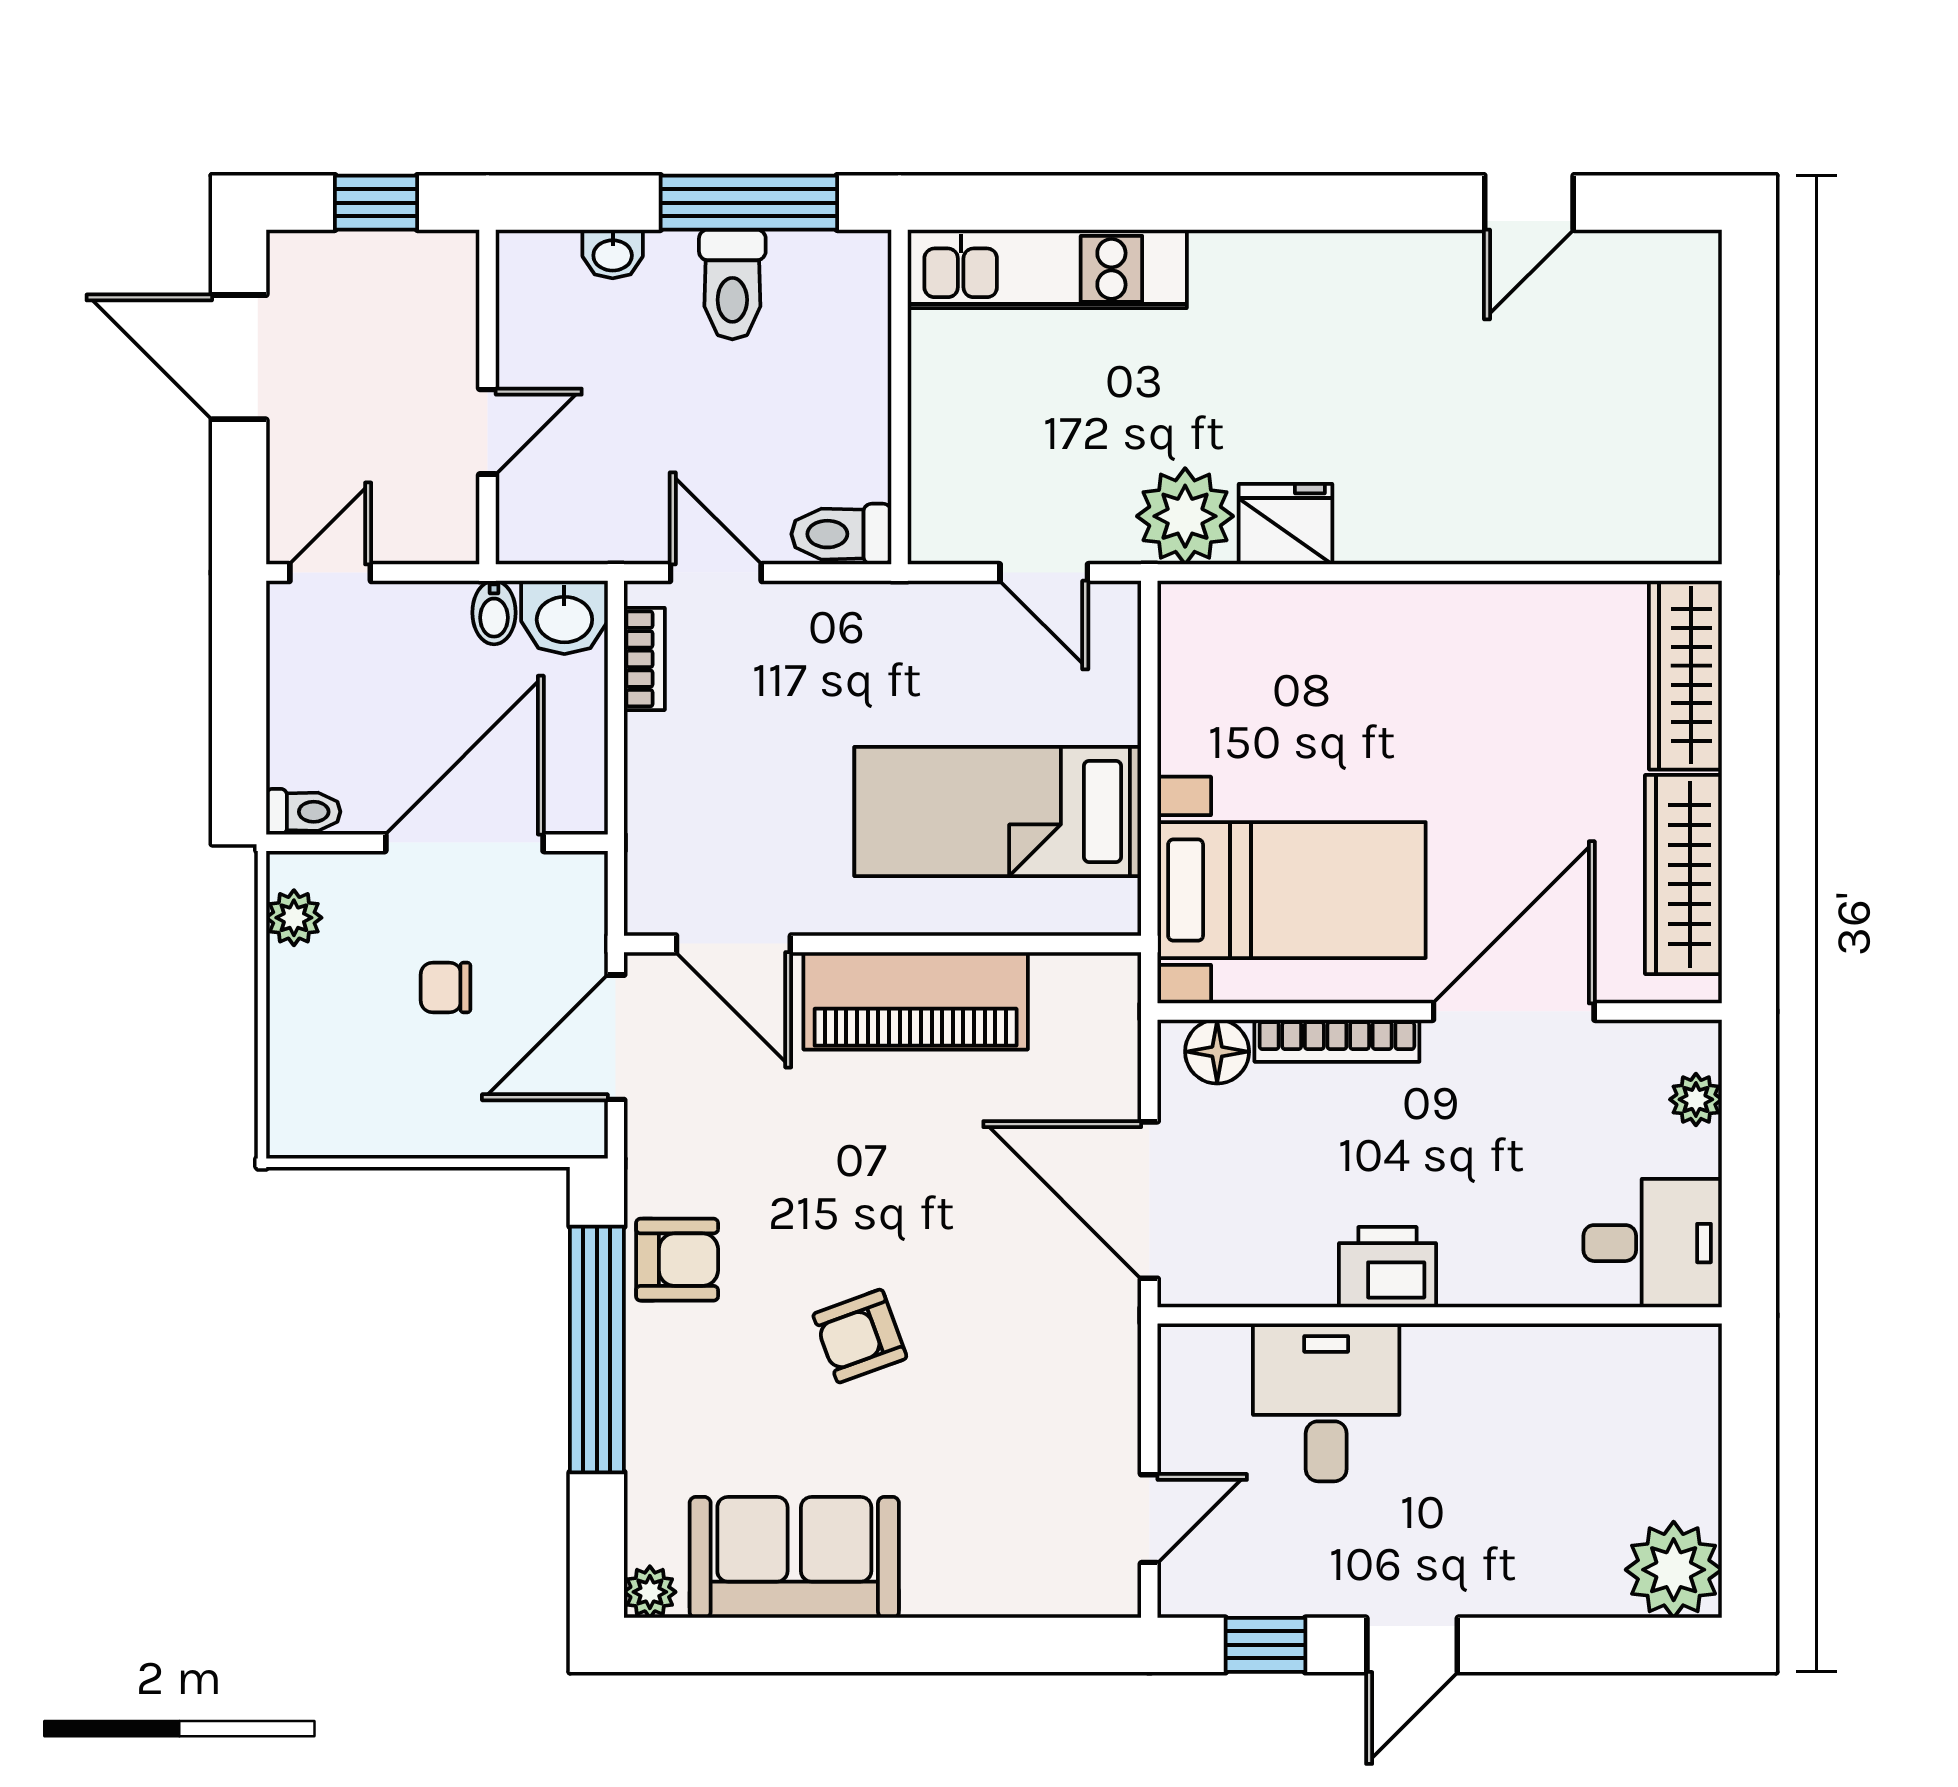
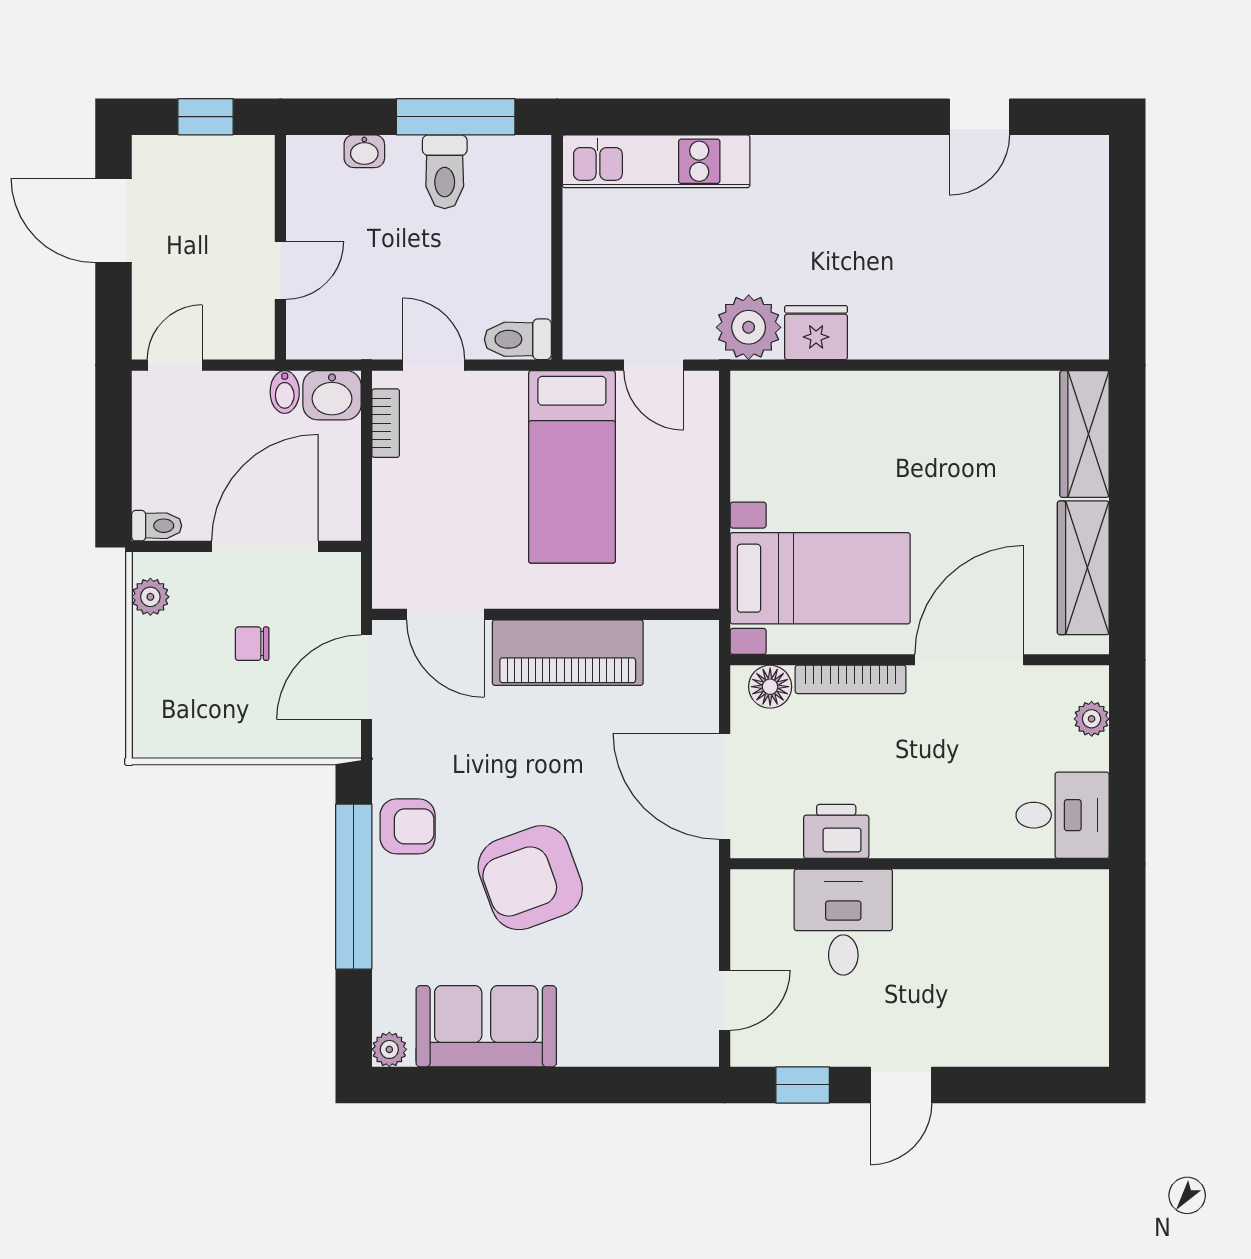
bed: (998, 811) -> (572, 467), moved, turned -90
printer: (1387, 1267) -> (836, 831), moved
armchair: (860, 1336) -> (530, 878), width x1.88, depth x1.88
plant: (1674, 1570) -> (1077, 1034), removed

